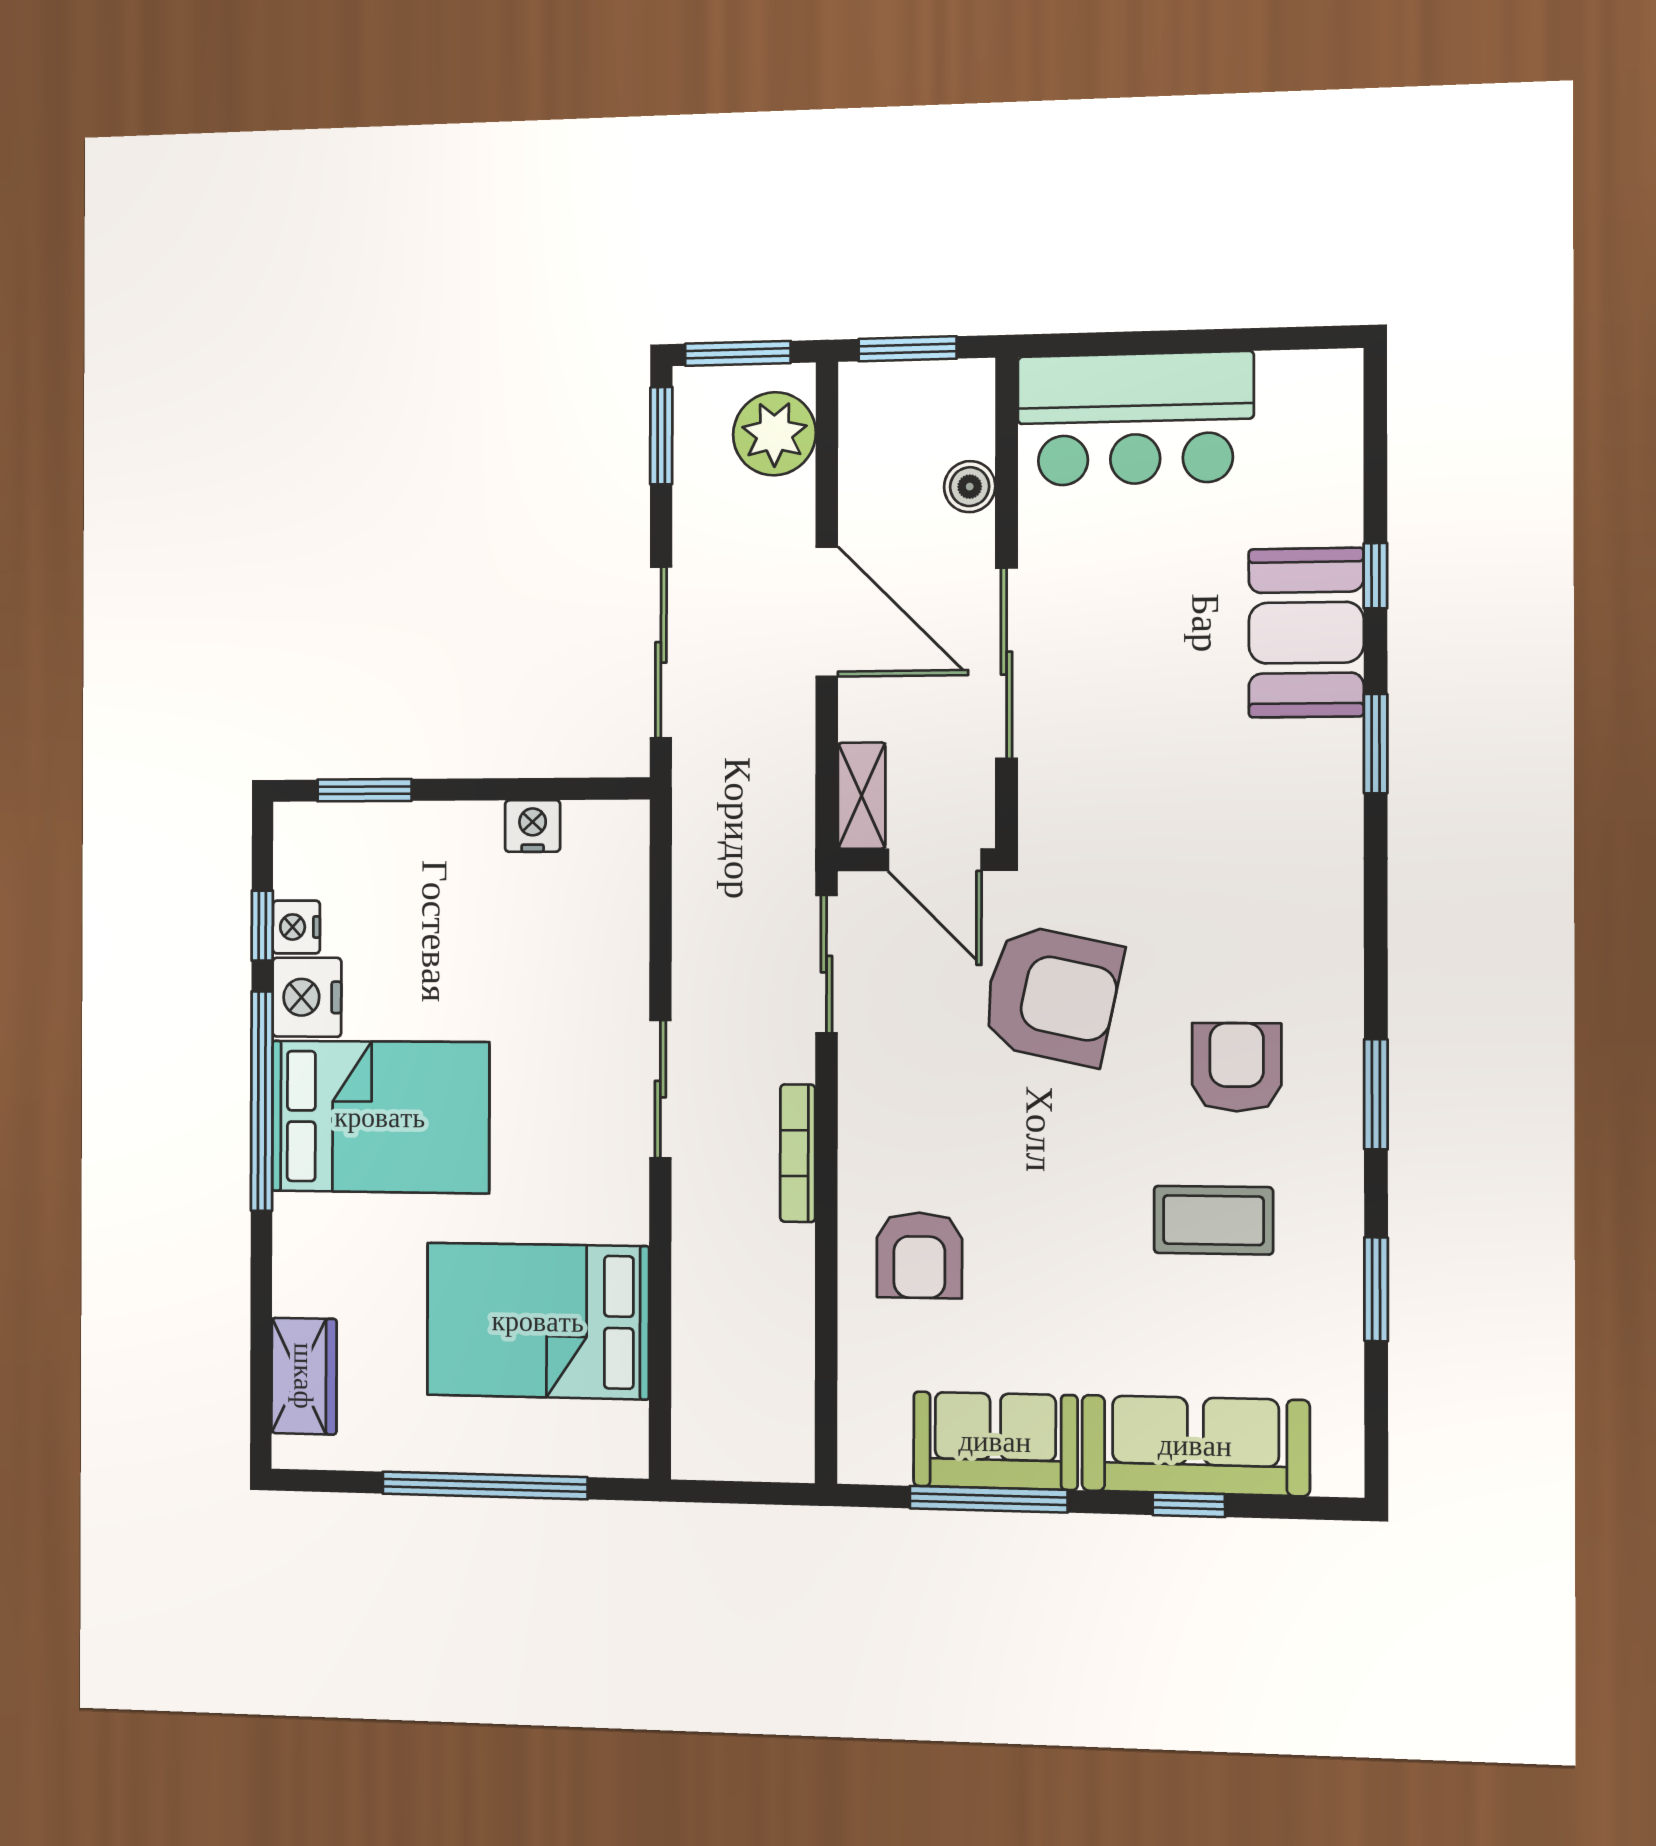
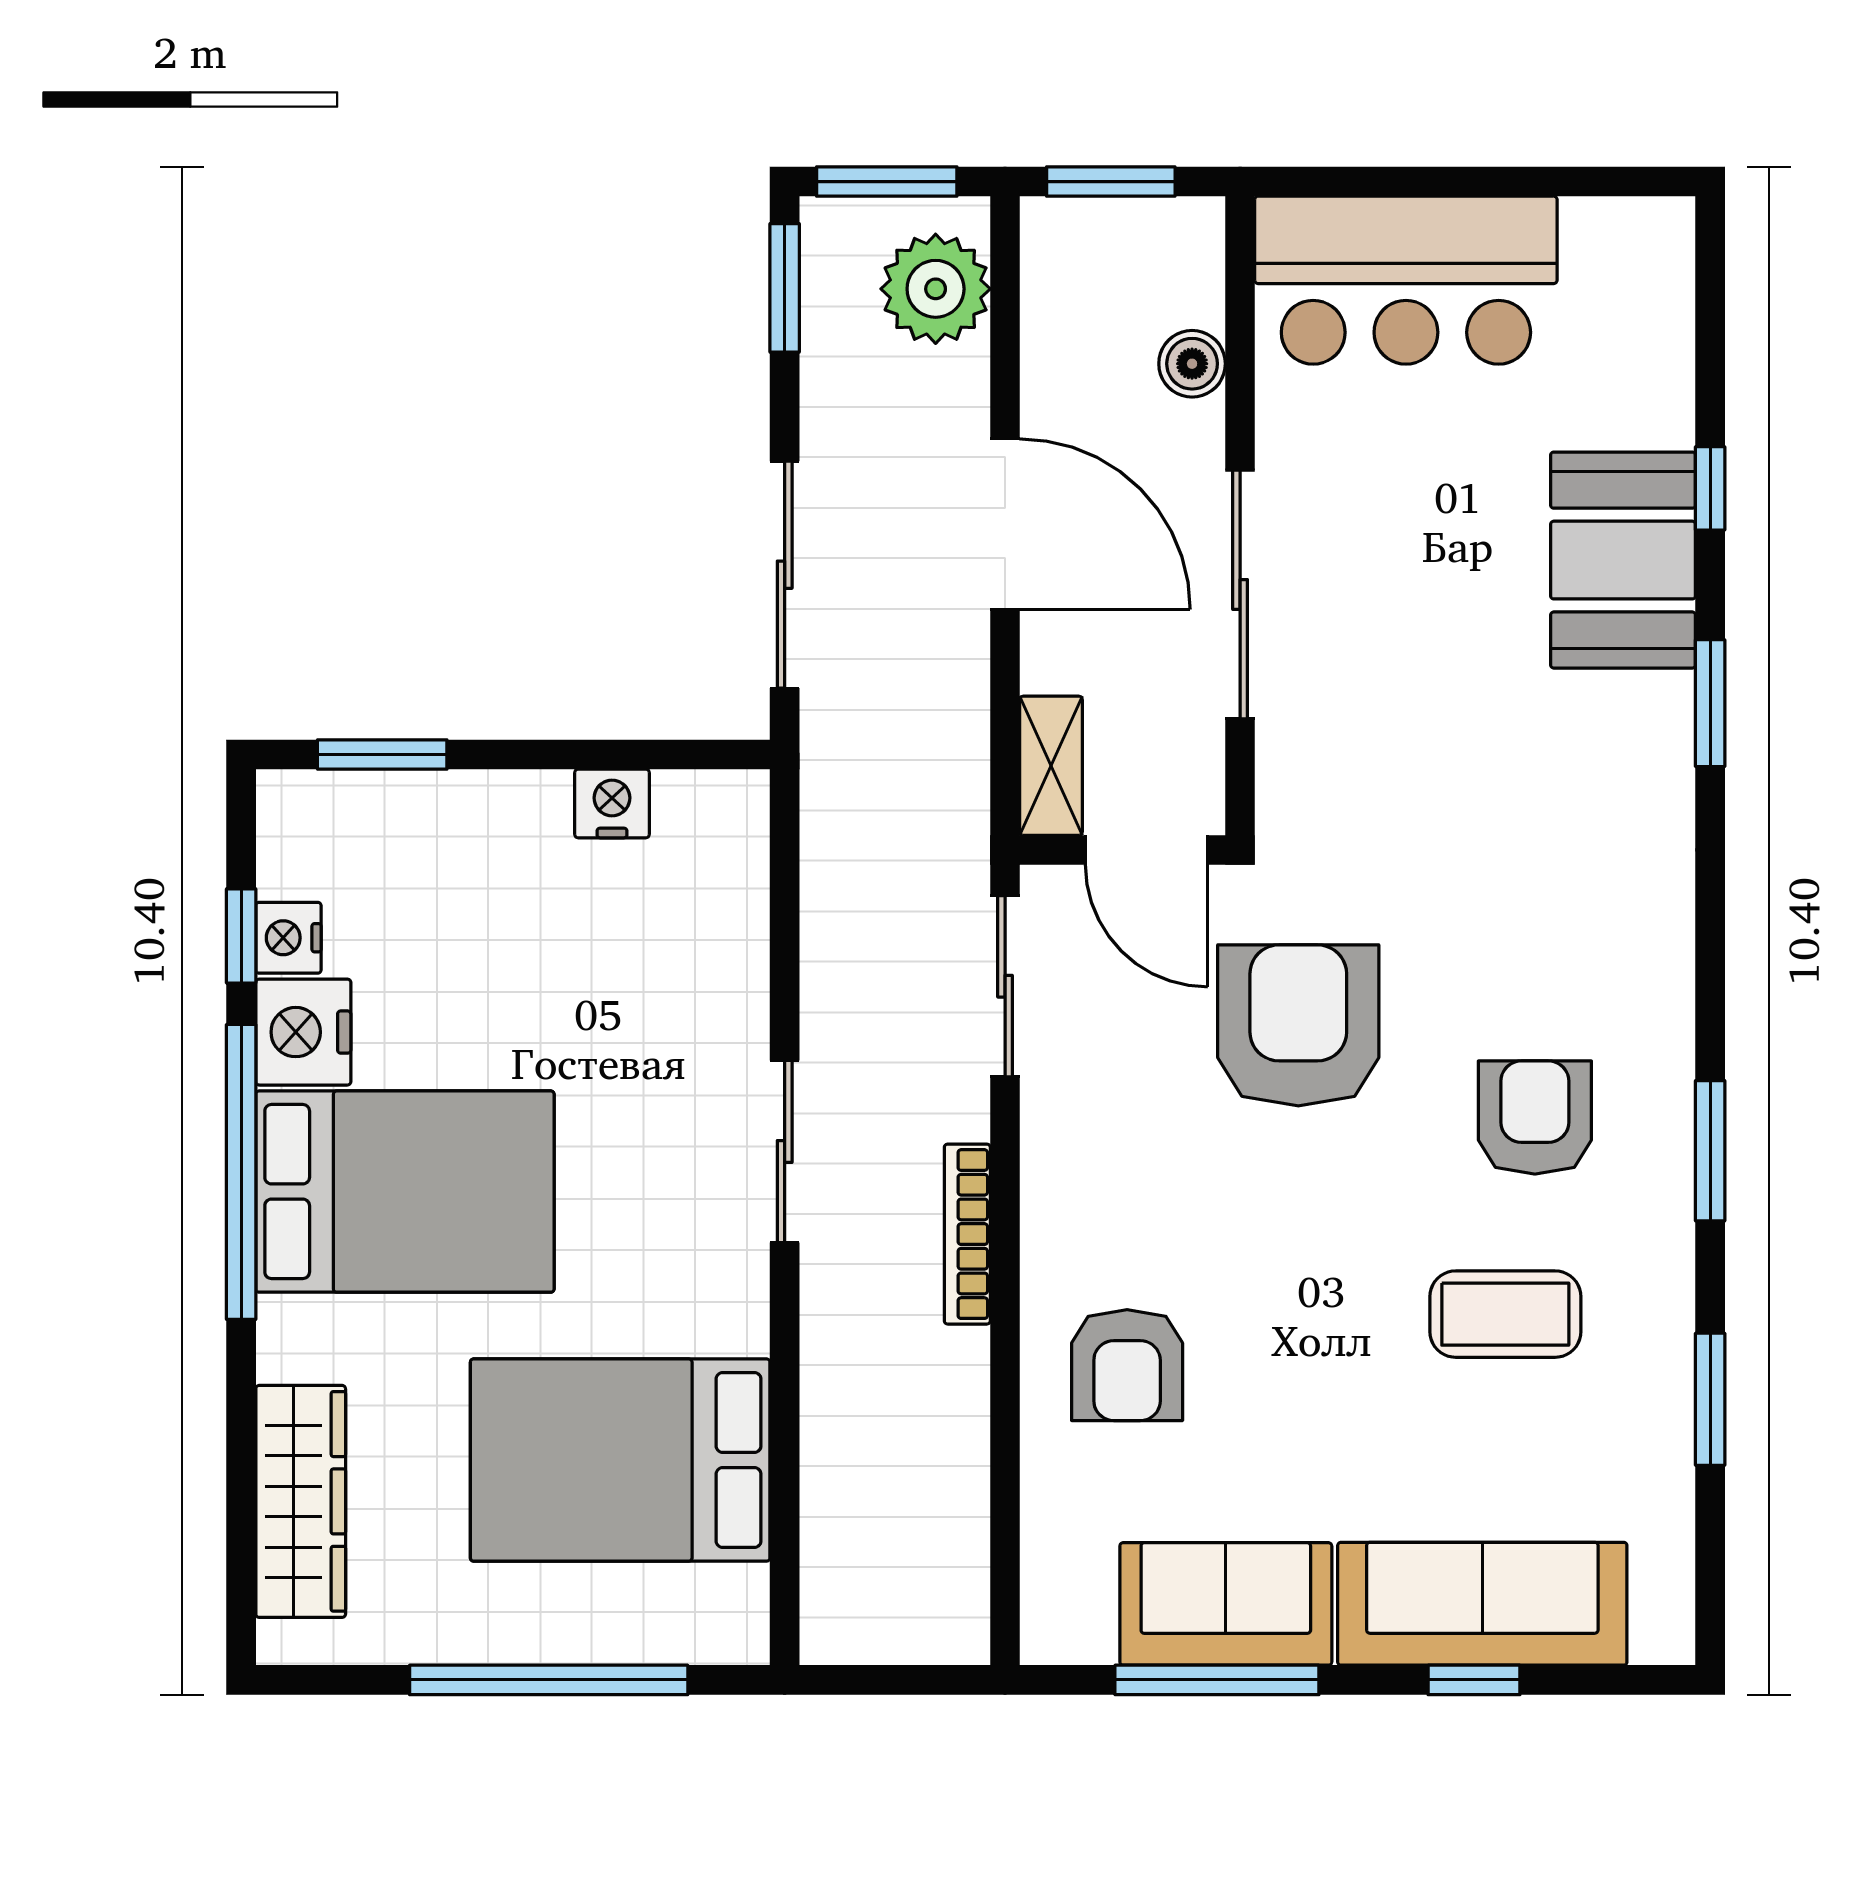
armchair: (1052, 995) -> (1298, 1025), turned -102
wardrobe: (304, 1376) -> (301, 1501), width x1.50

